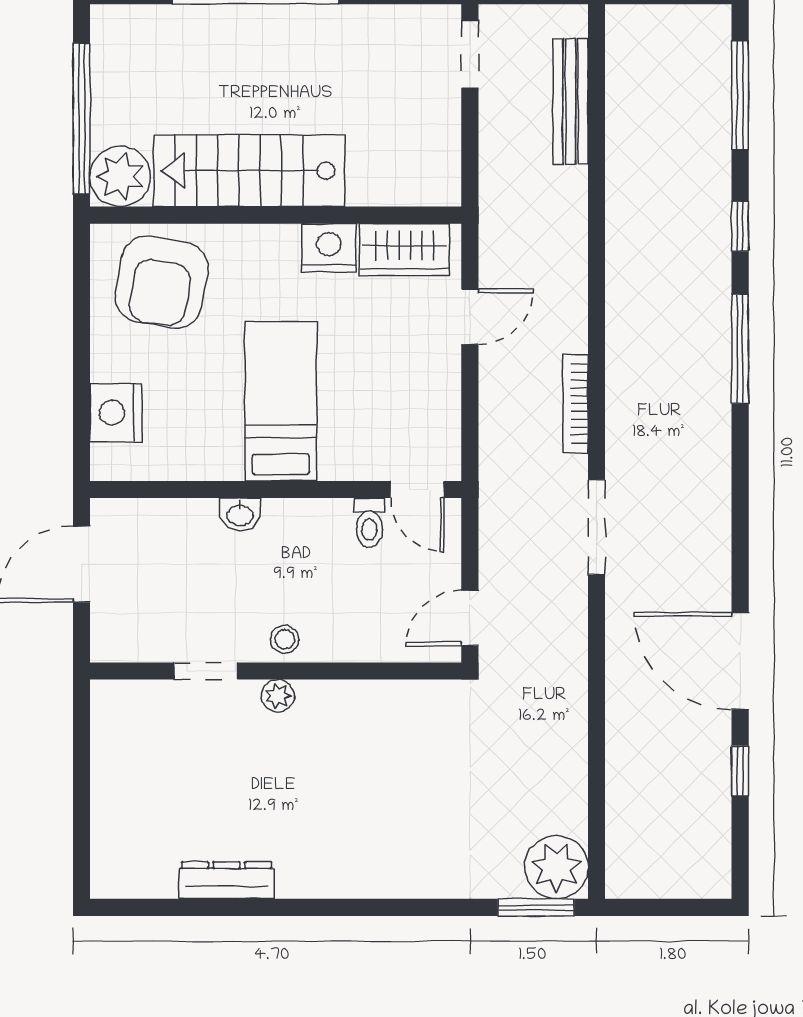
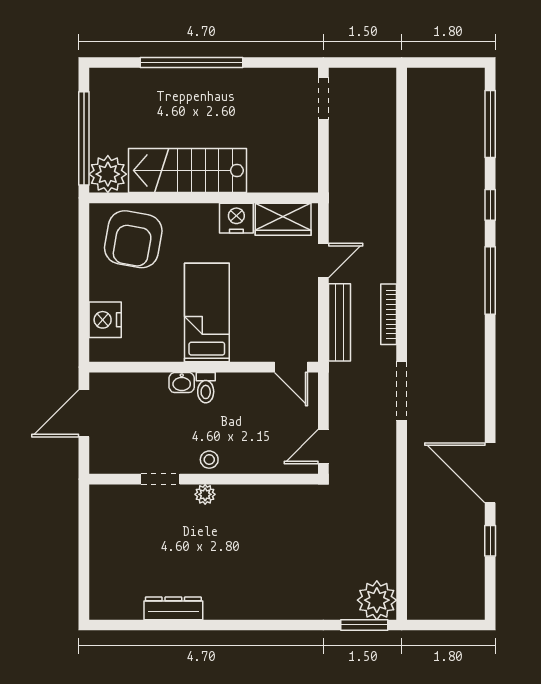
bench: (570, 102) -> (340, 322), moved
toilet: (369, 523) -> (206, 388), moved

